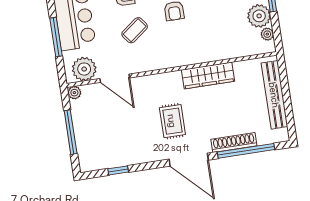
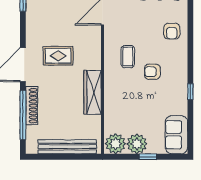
coffee table: (135, 30) -> (128, 57), moved, turned 37
plant: (267, 34) -> (115, 144), width x1.88, depth x1.88

